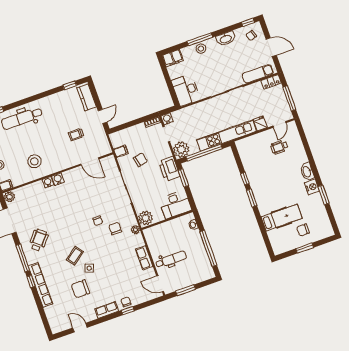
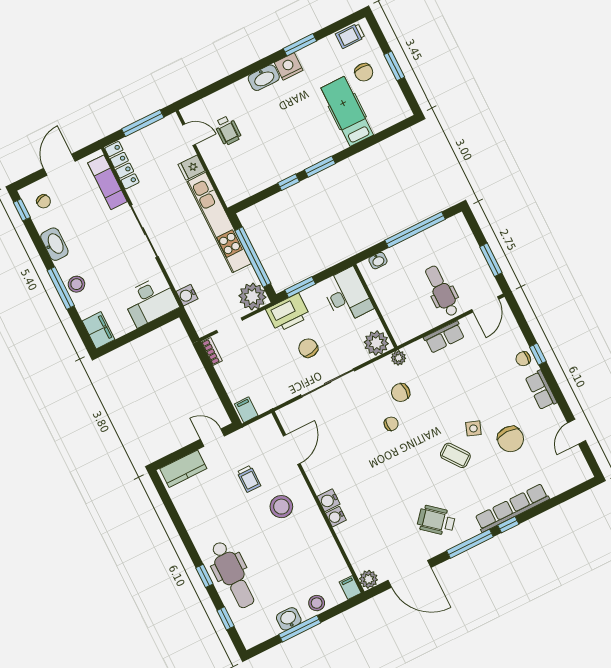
locker: (271, 82) -> (122, 165), width x1.53
window: (70, 85) -> (204, 576), moved
water cooler: (167, 119) -> (187, 295), moved
filing cabinet: (121, 151) -> (246, 410), moved
chair: (140, 160) -> (308, 348), moved
stool: (34, 161) -> (281, 507), moved
trolley: (325, 225) -> (350, 36), added

